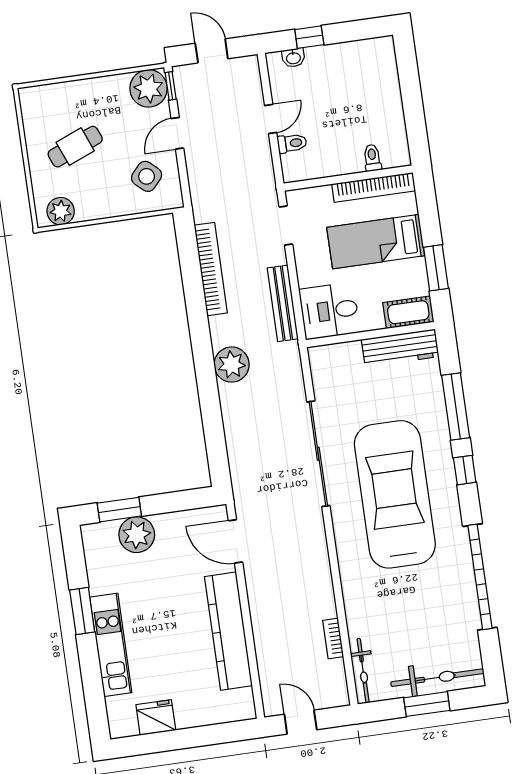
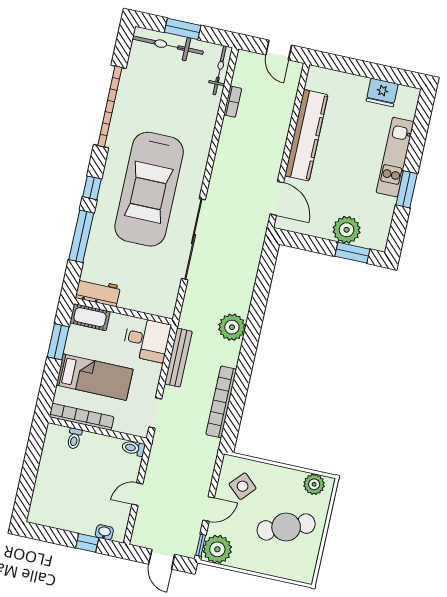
toilet: (292, 143) -> (133, 448), moved
cafe table: (75, 147) -> (286, 527), width x1.37, depth x1.35
workbench: (400, 348) -> (98, 292), width x0.73

